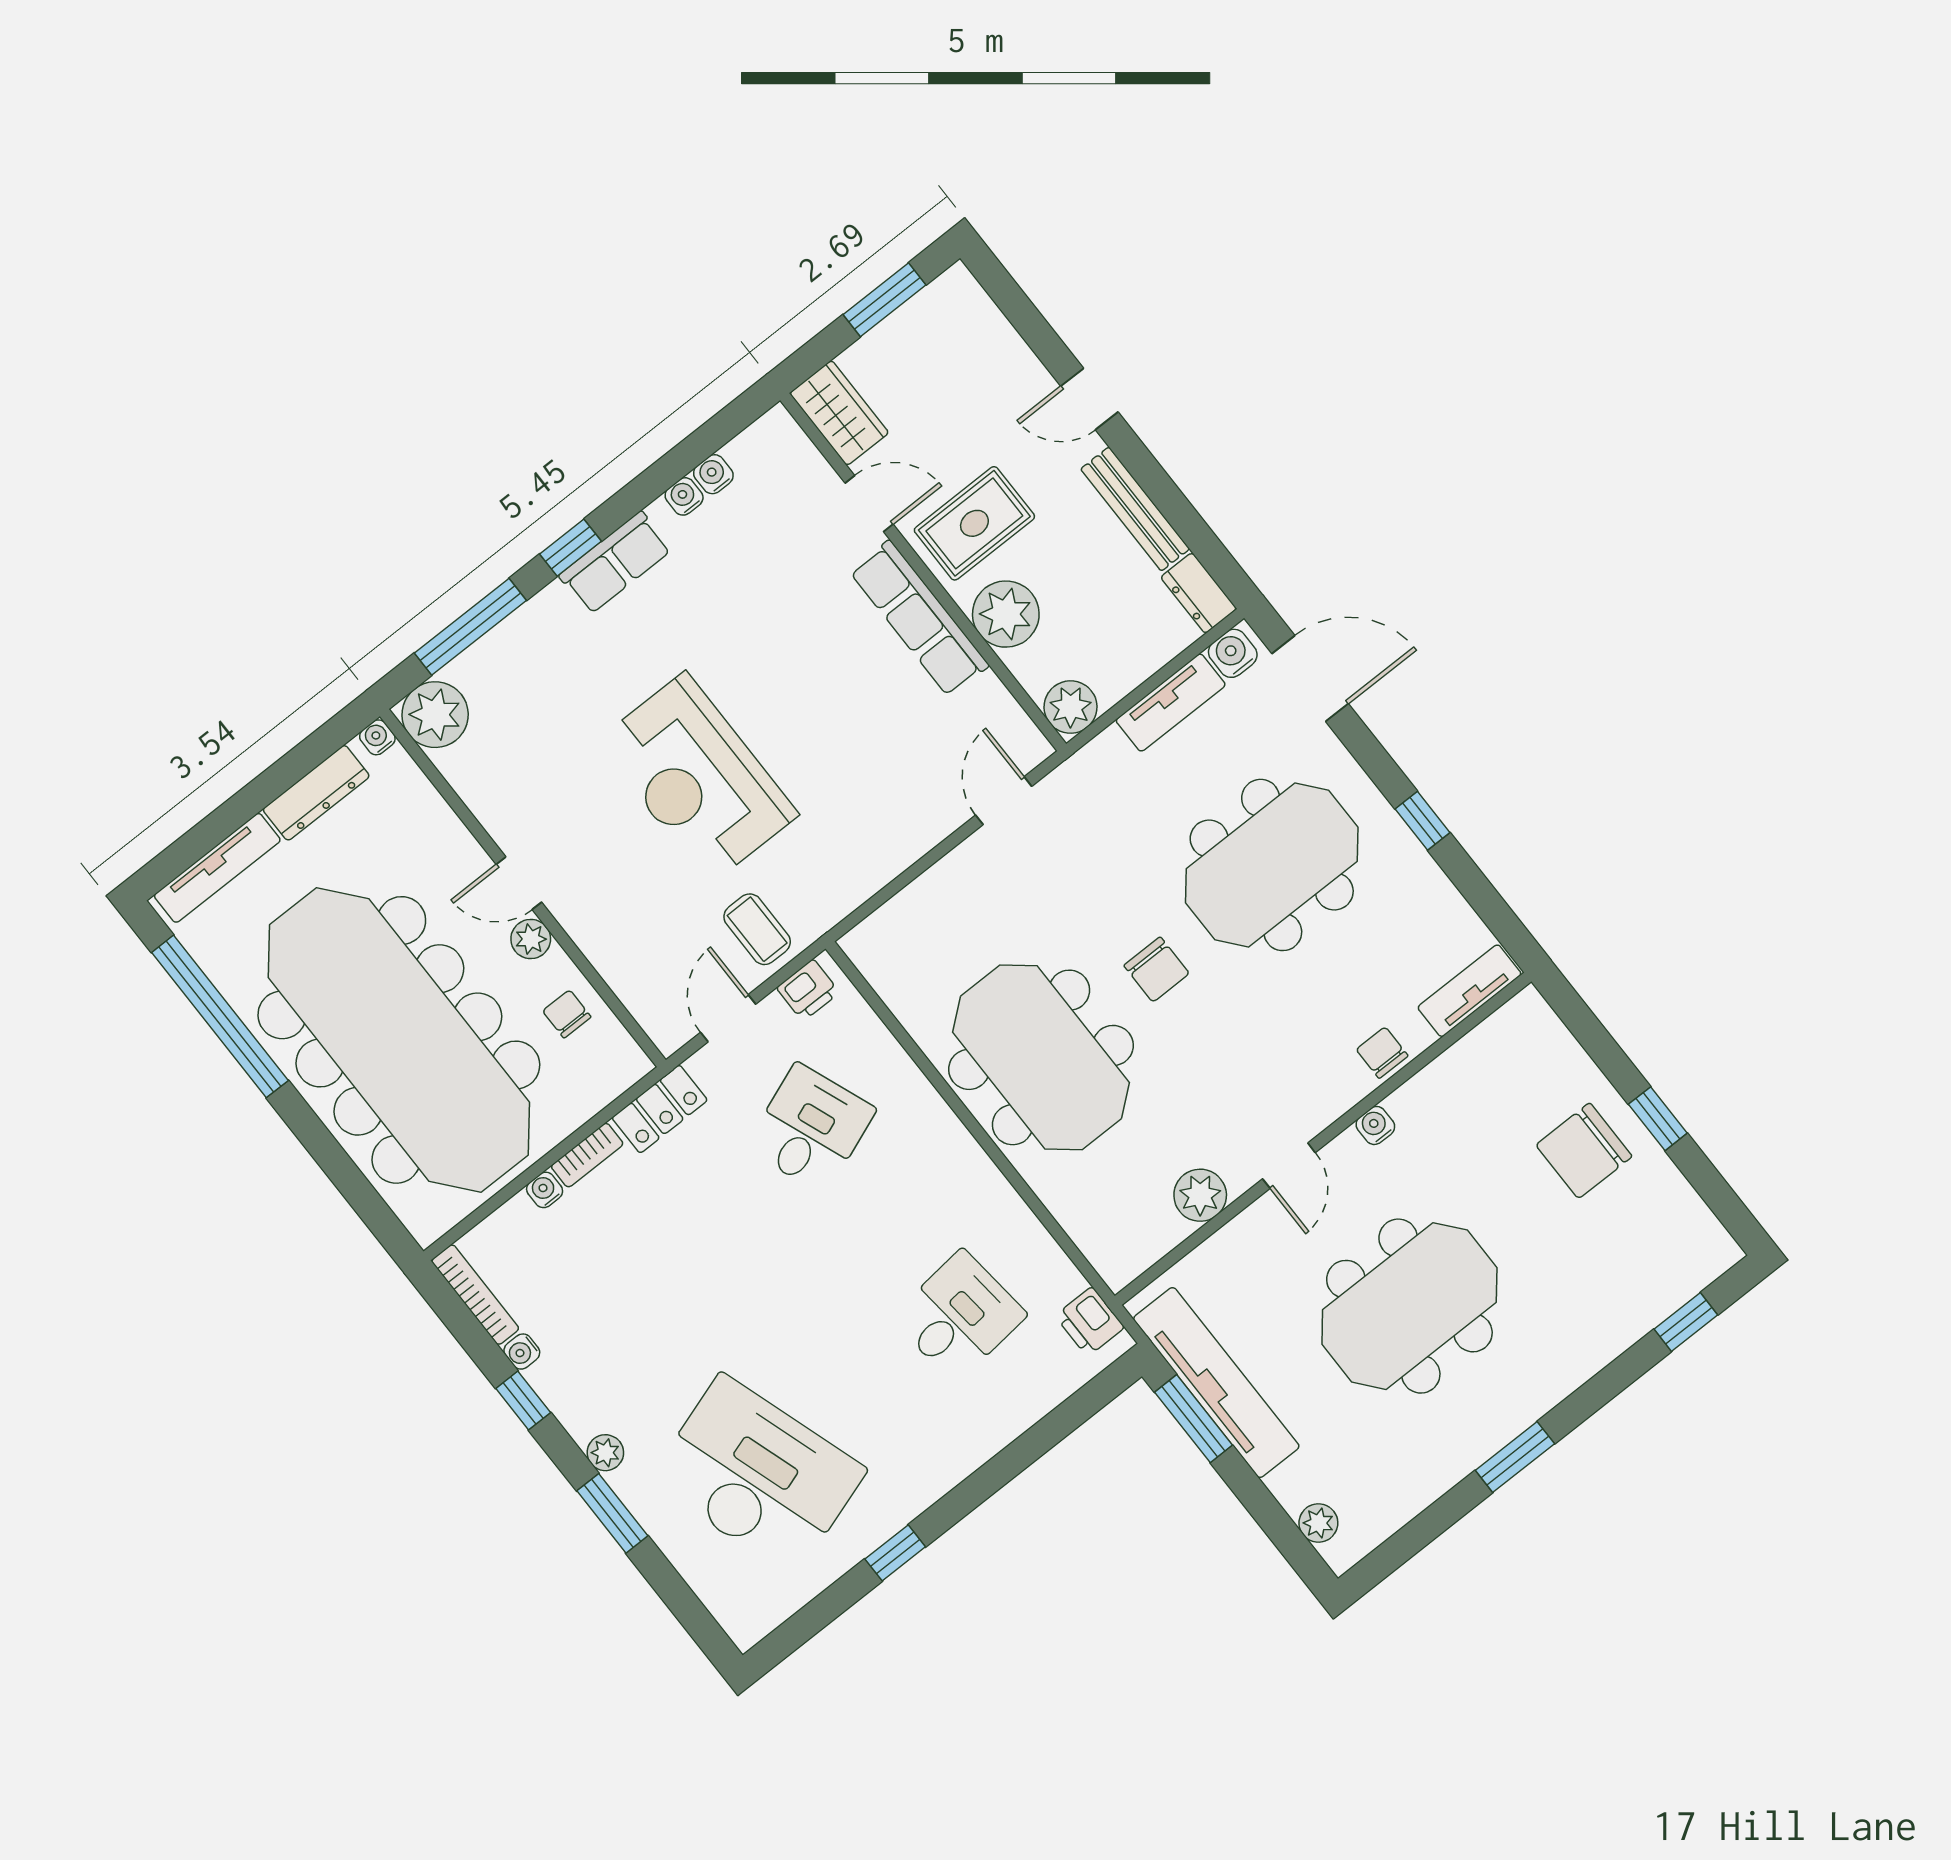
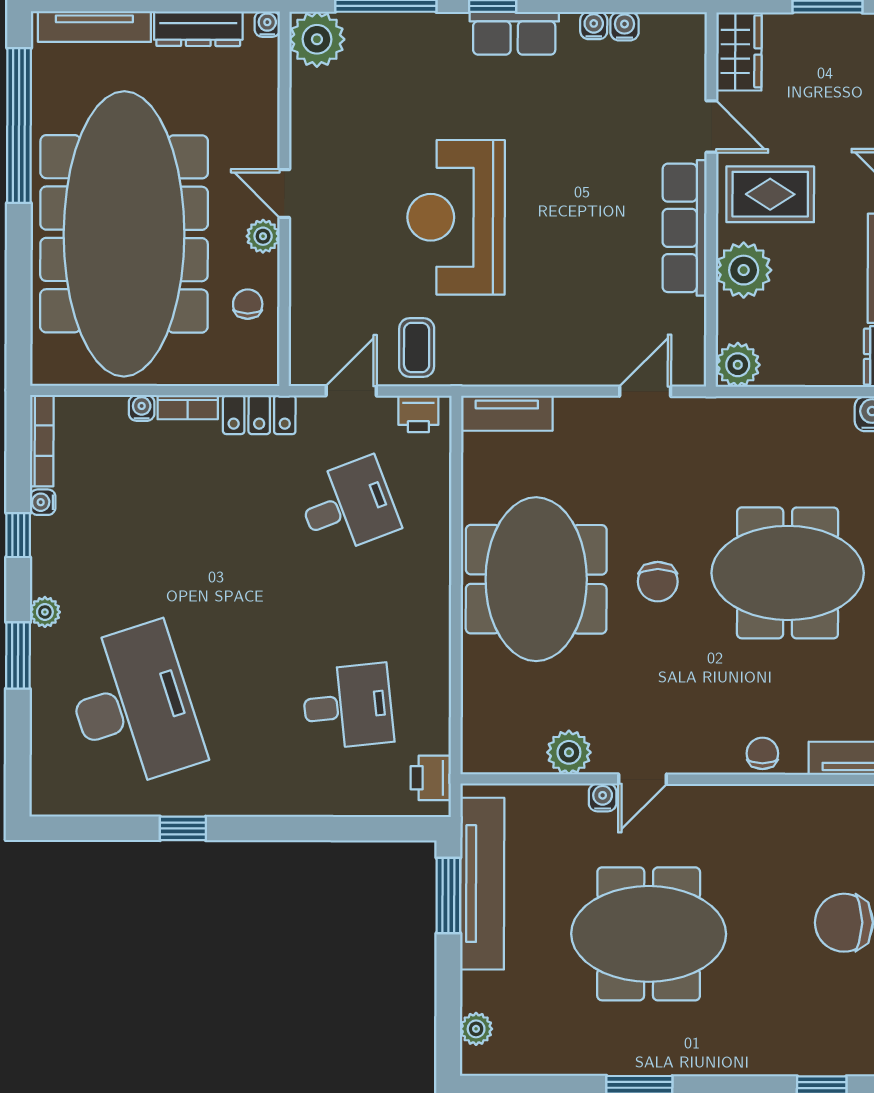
tv unit: (1171, 703) -> (507, 413), moved
water cooler: (1375, 1125) -> (603, 797), moved

